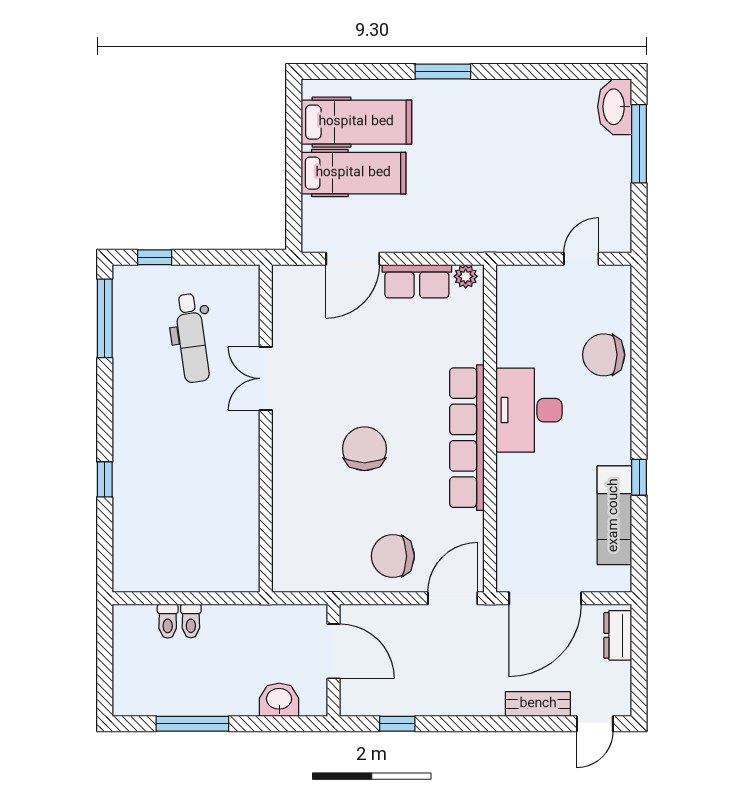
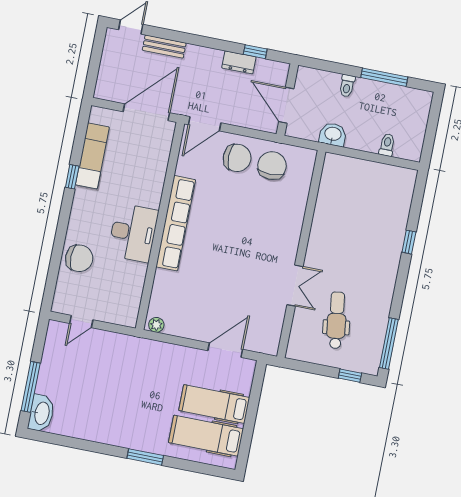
row of seats: (417, 281) -> (188, 328), removed
chair: (364, 449) -> (272, 166), moved, turned 180
toilet: (191, 621) -> (347, 86), moved, turned 180
dresser: (618, 635) -> (239, 62), moved, turned 90
washbasin: (279, 700) -> (333, 134), moved, turned 180

